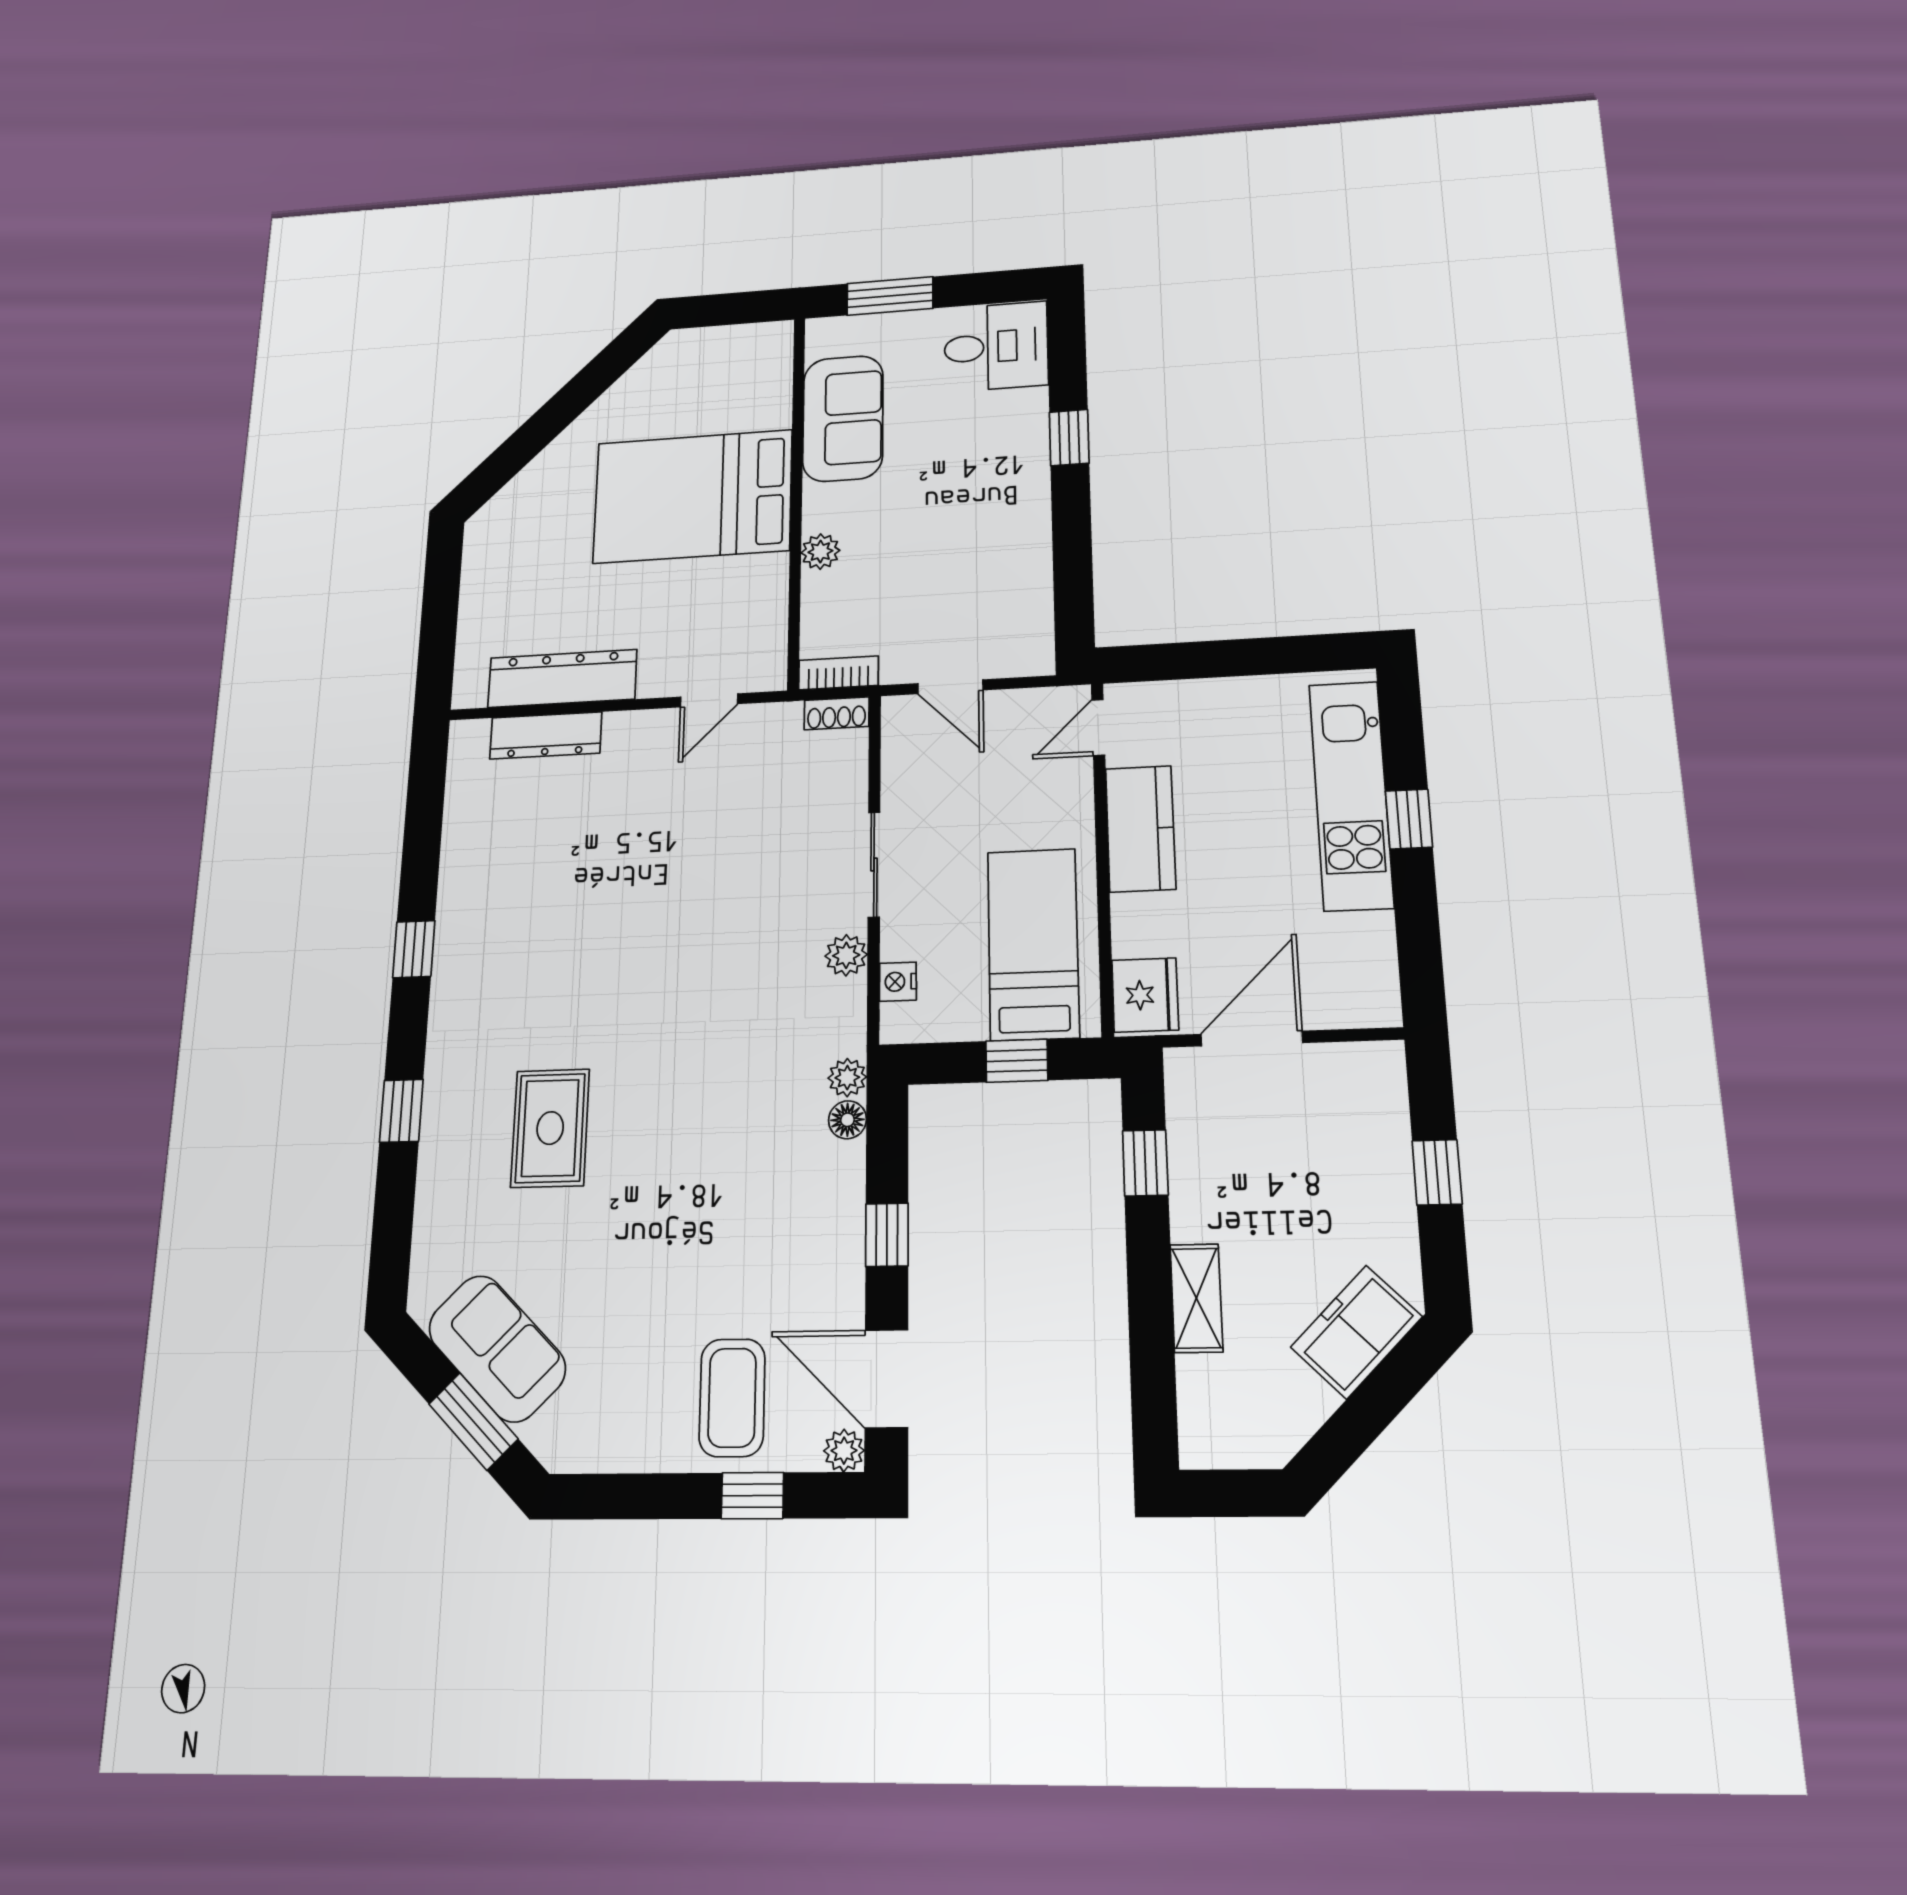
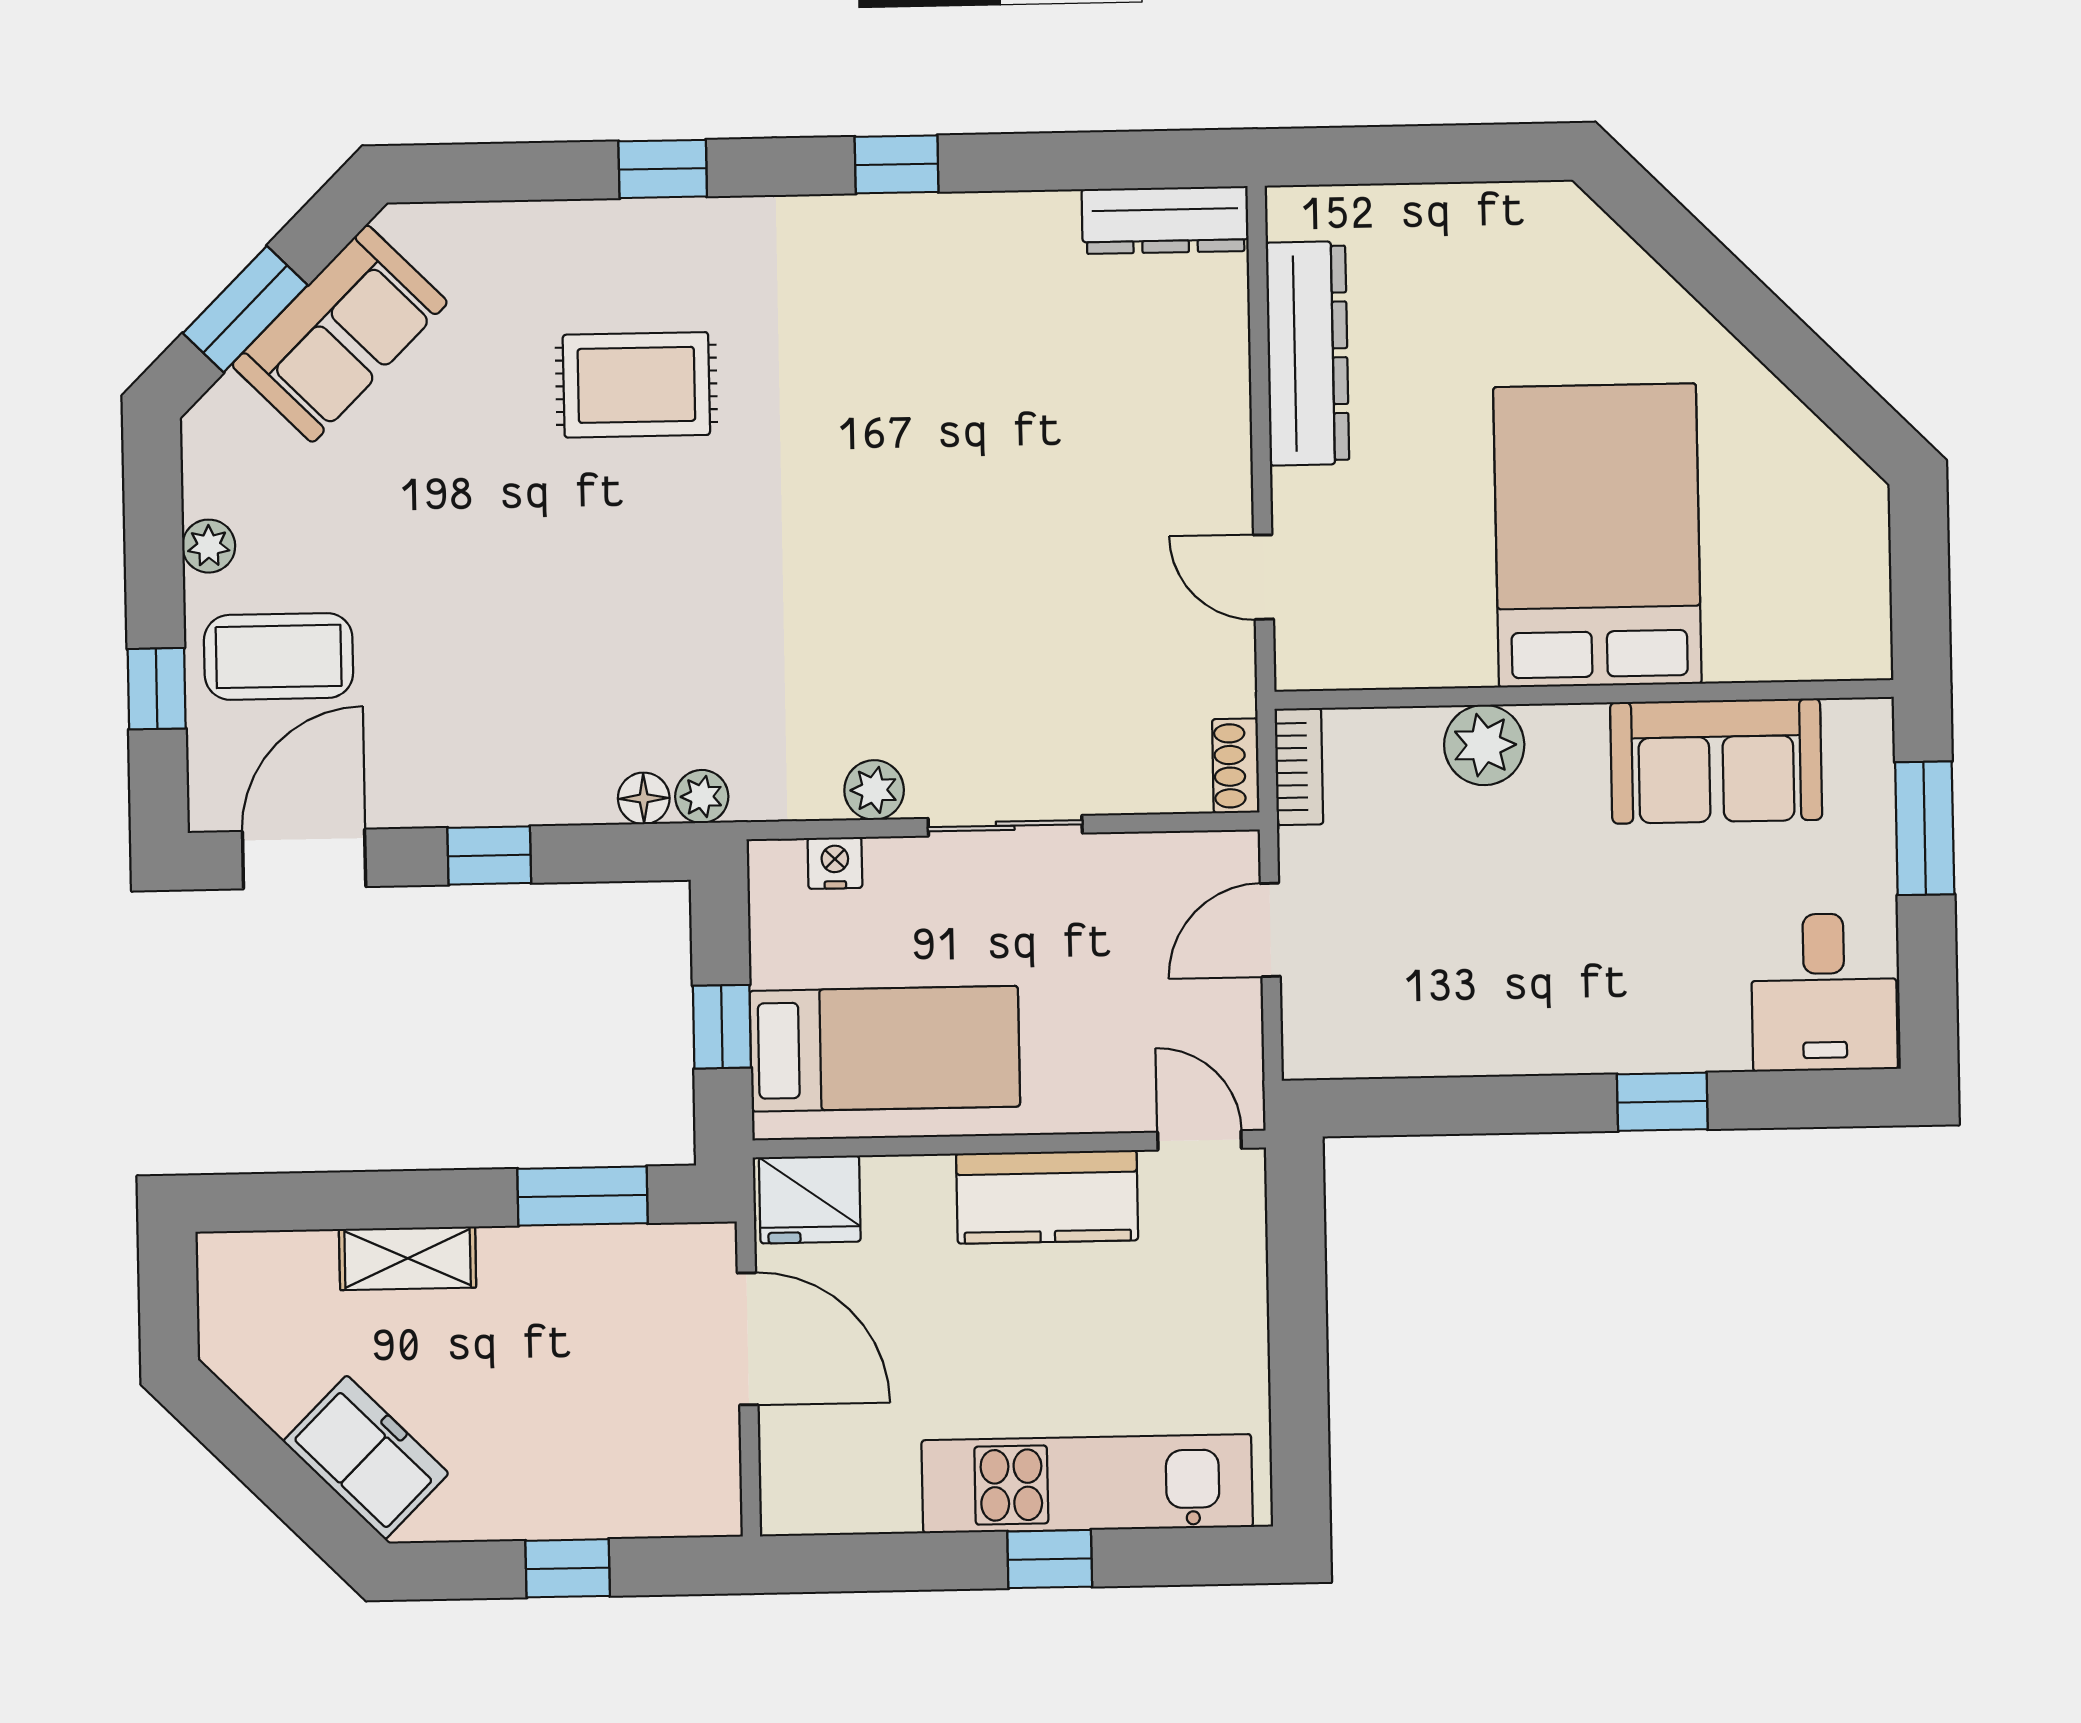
plant: (820, 552) -> (1484, 745), width x1.38, depth x1.38
dresser: (546, 735) -> (1165, 220), moved, turned -90
window: (1145, 1163) -> (583, 1196), width x1.50
plant: (844, 1451) -> (209, 546), moved

